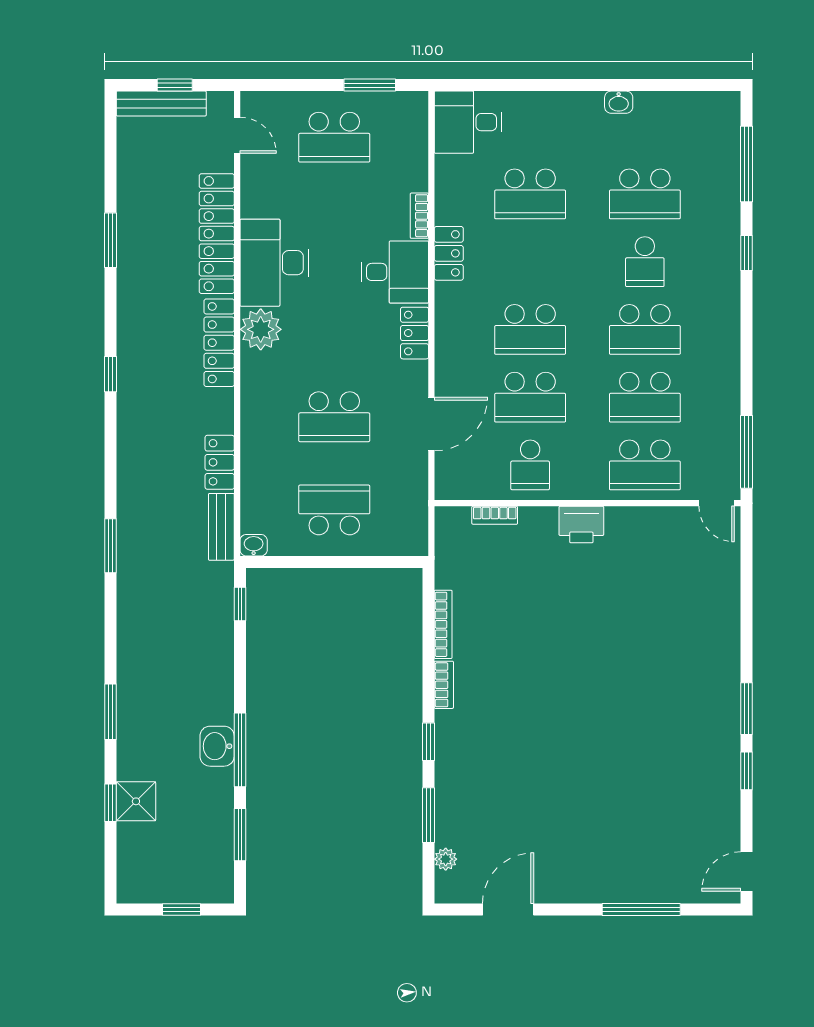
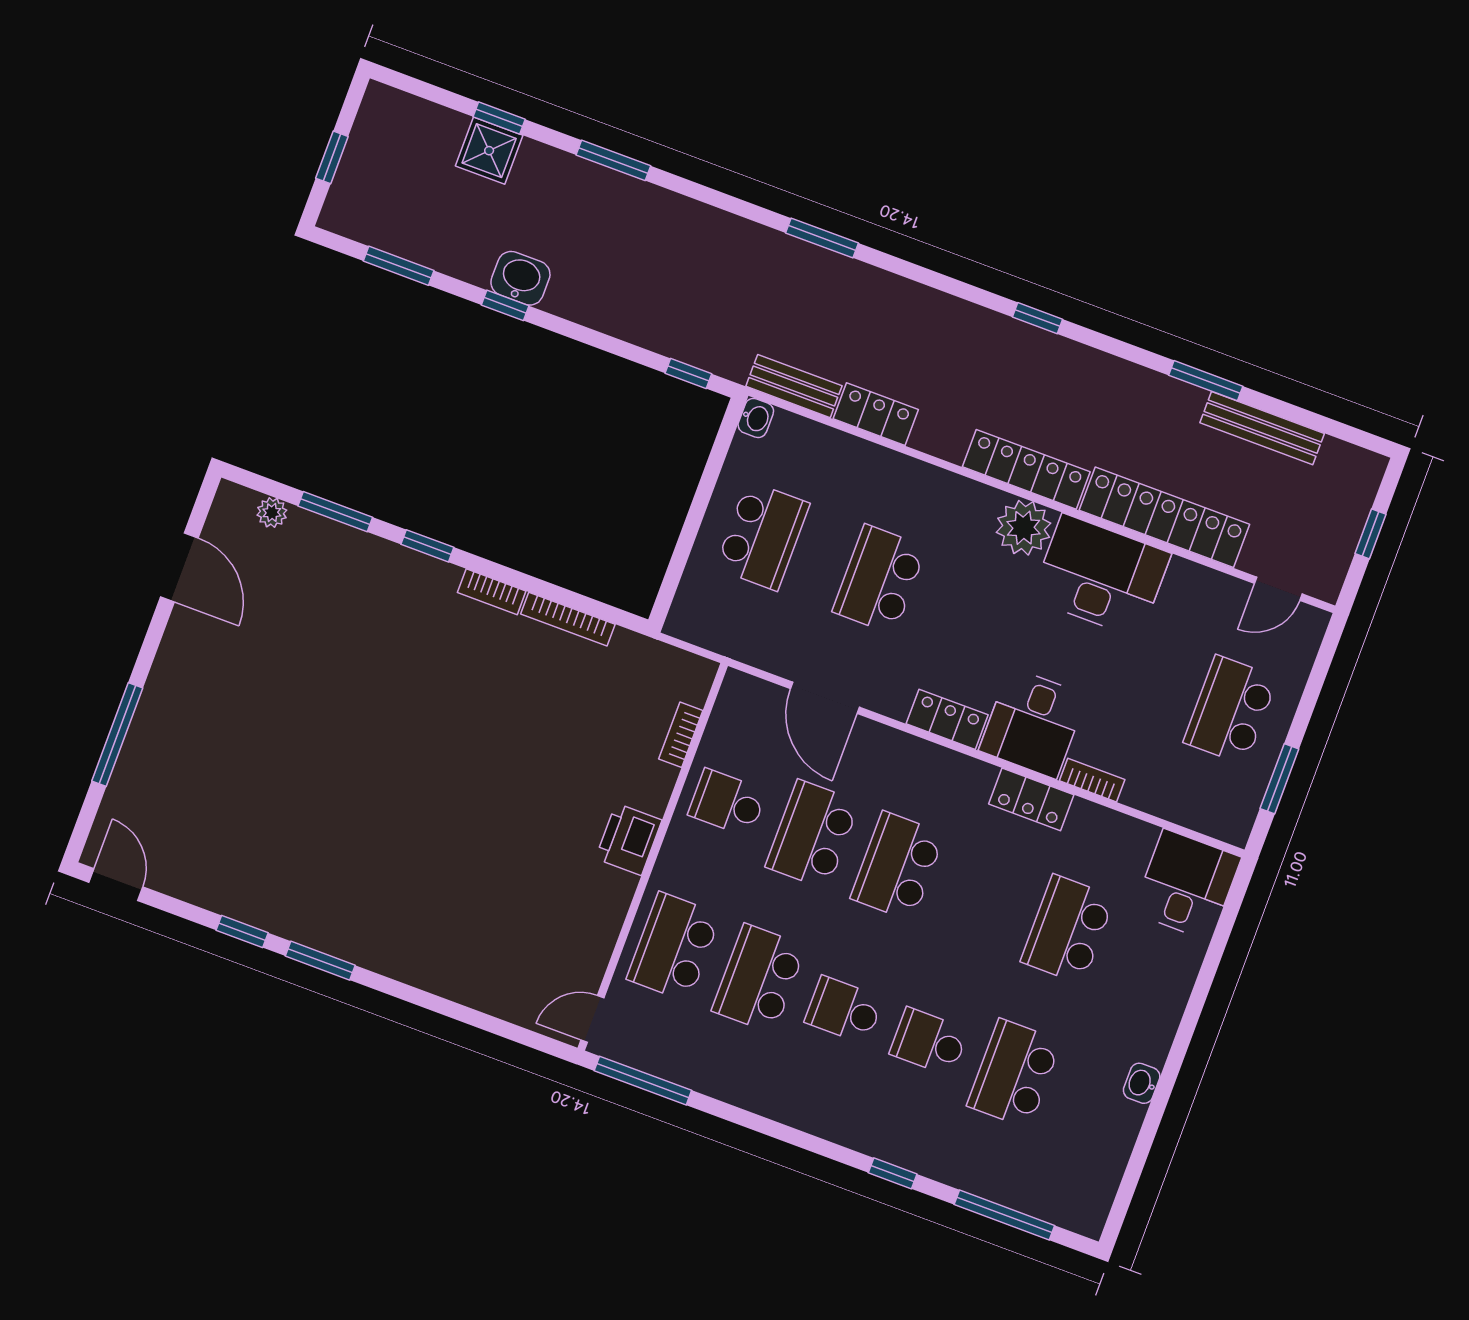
bench: (161, 104) -> (1262, 428), moved, turned 90
school desk: (645, 329) -> (844, 1010), width x0.54
window: (240, 750) -> (505, 305), width x0.46

